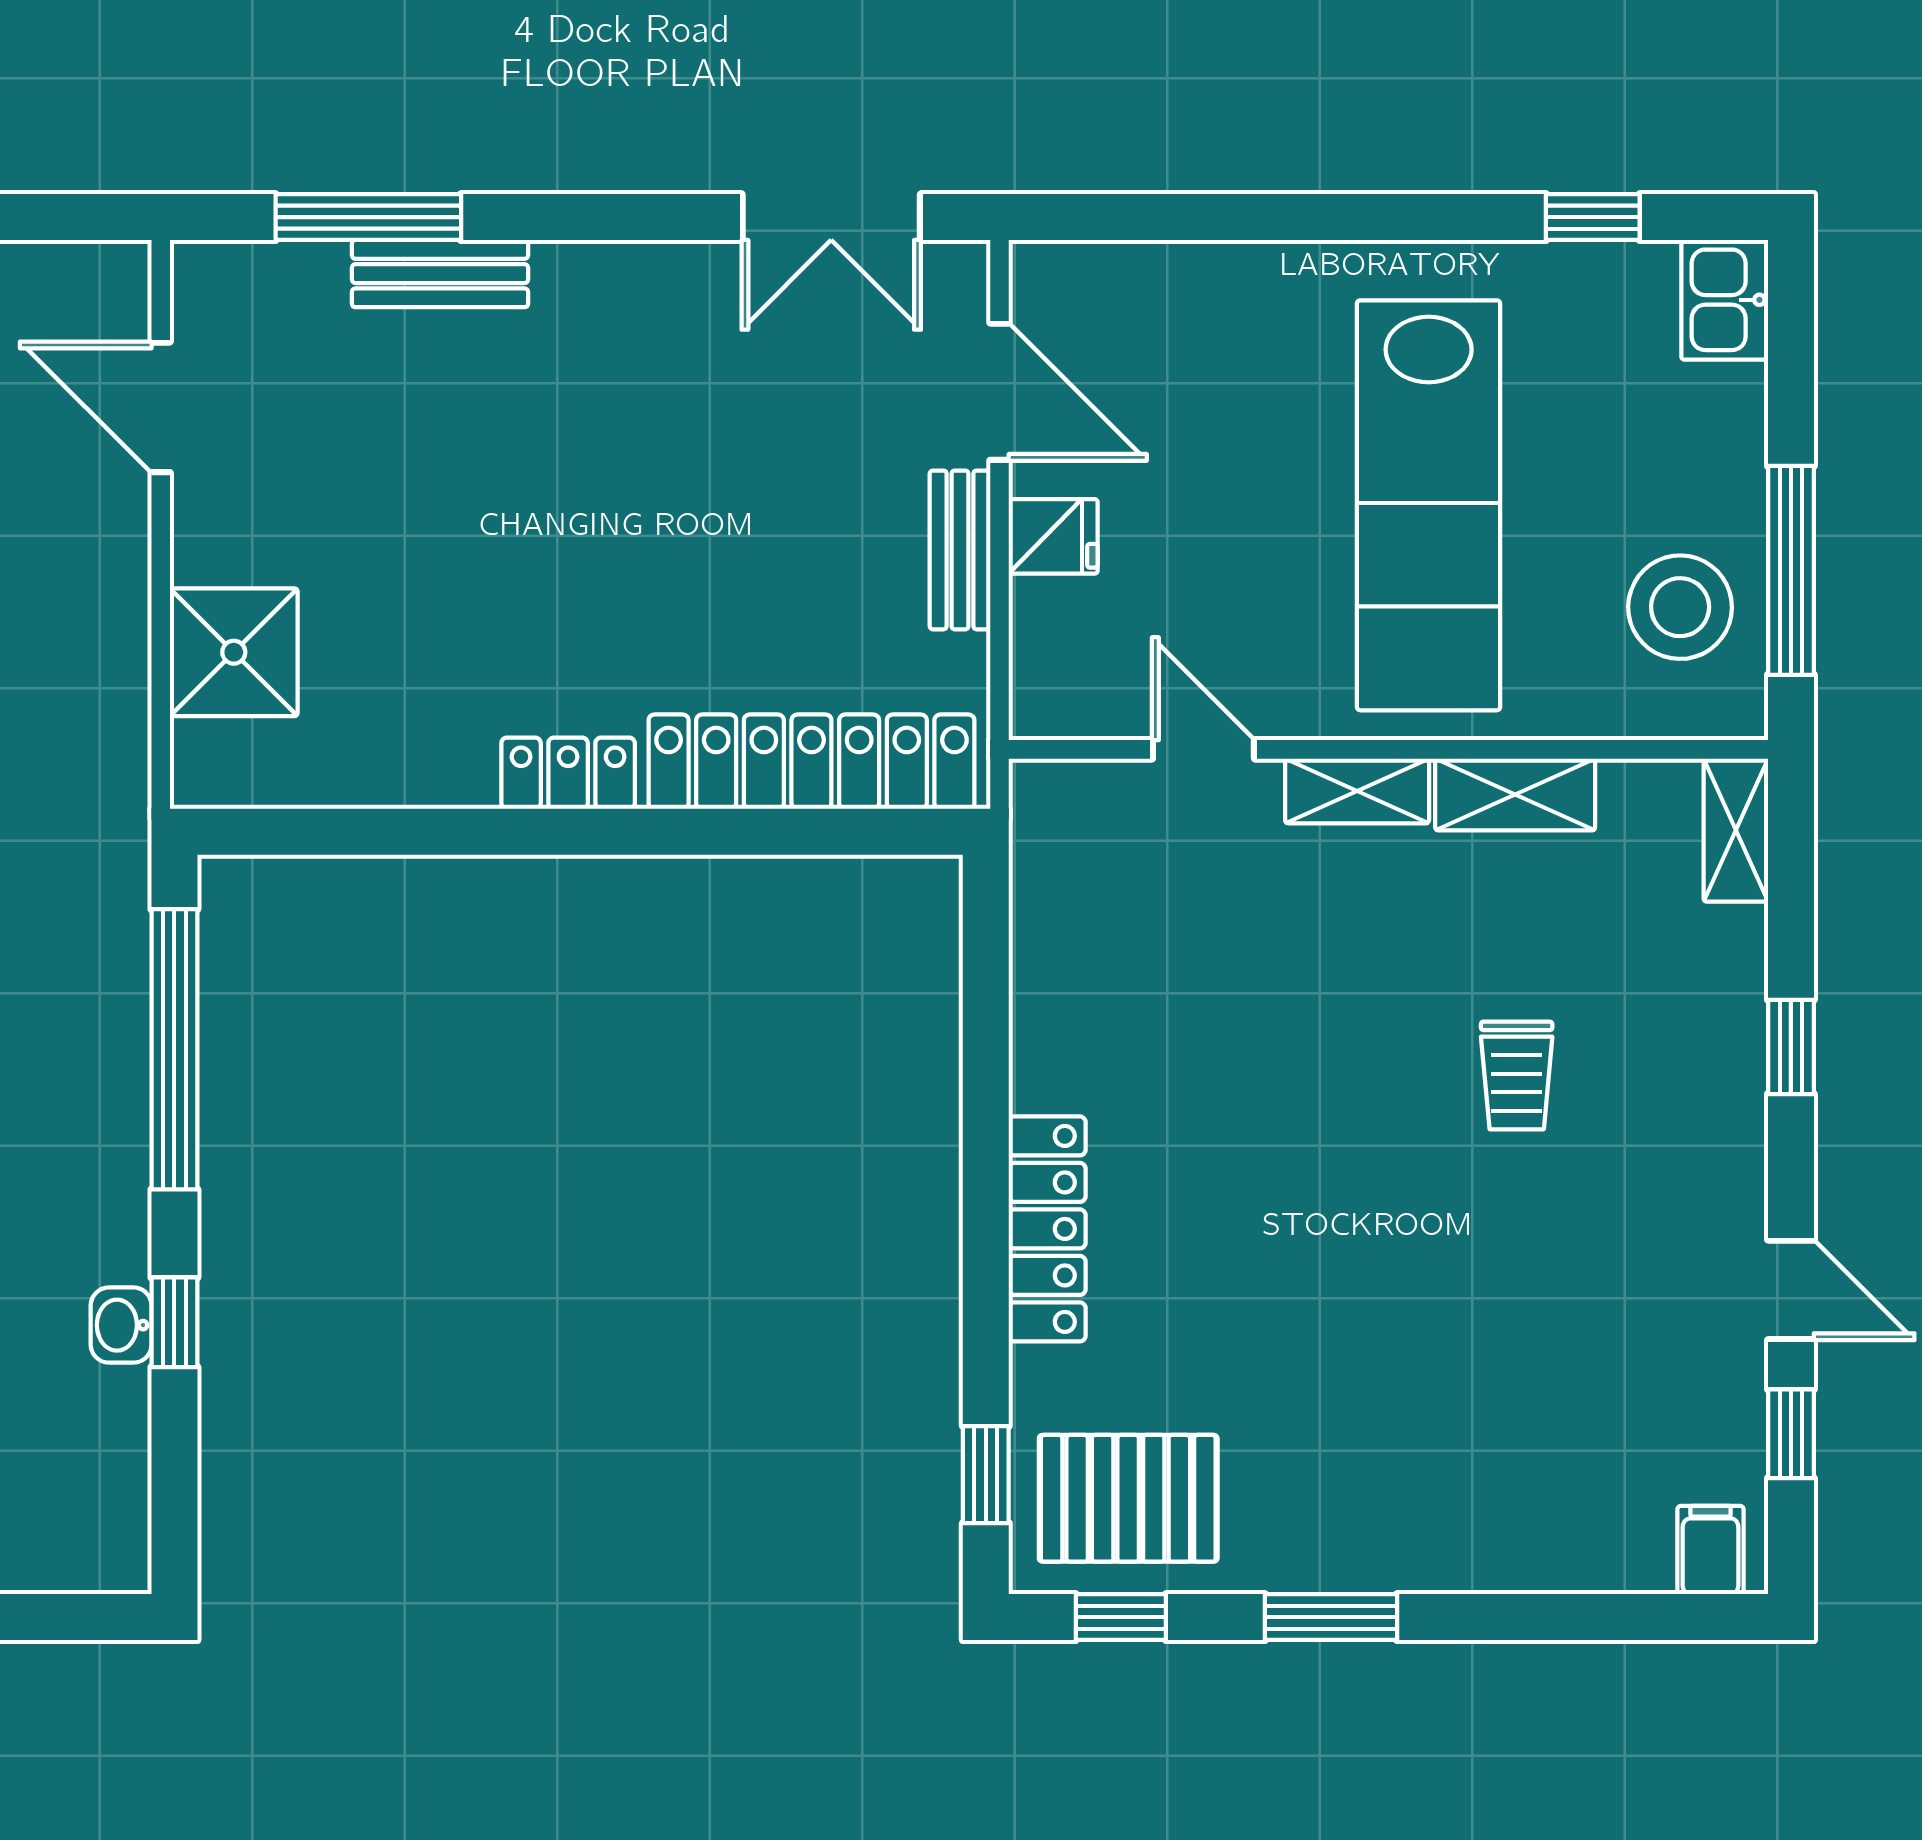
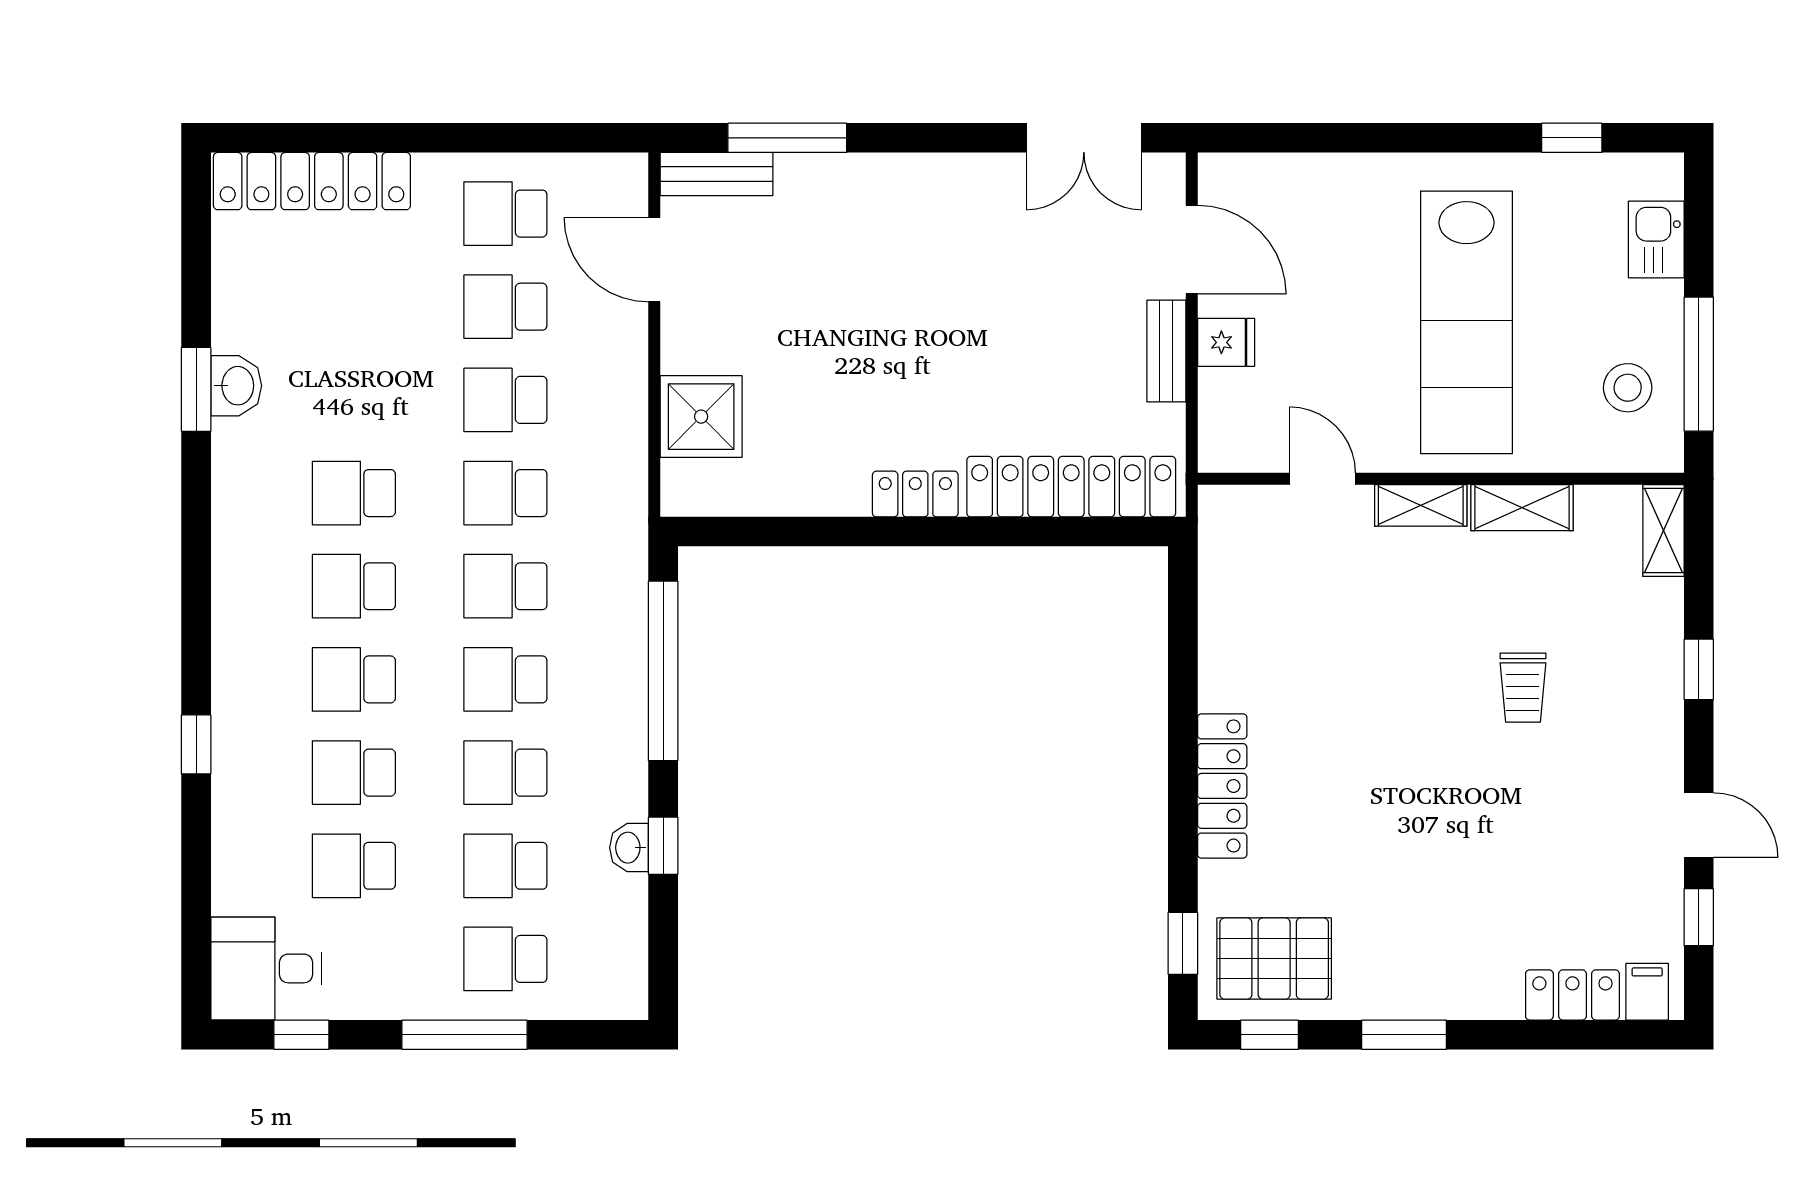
bench: (440, 274) -> (717, 174), moved
kitchen sink: (1725, 300) -> (1656, 240), moved
stool: (1680, 607) -> (1628, 388), width x0.73, depth x0.73
locker: (1594, 1555) -> (1572, 995), added

